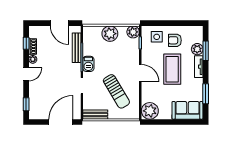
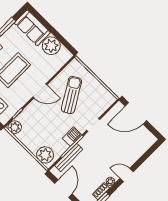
plant: (110, 34) -> (45, 155), moved
door: (140, 73) -> (40, 91), swing flipped
window: (26, 104) -> (149, 153), removed
plant: (150, 111) -> (51, 46), moved
bench: (95, 115) -> (105, 93), removed

